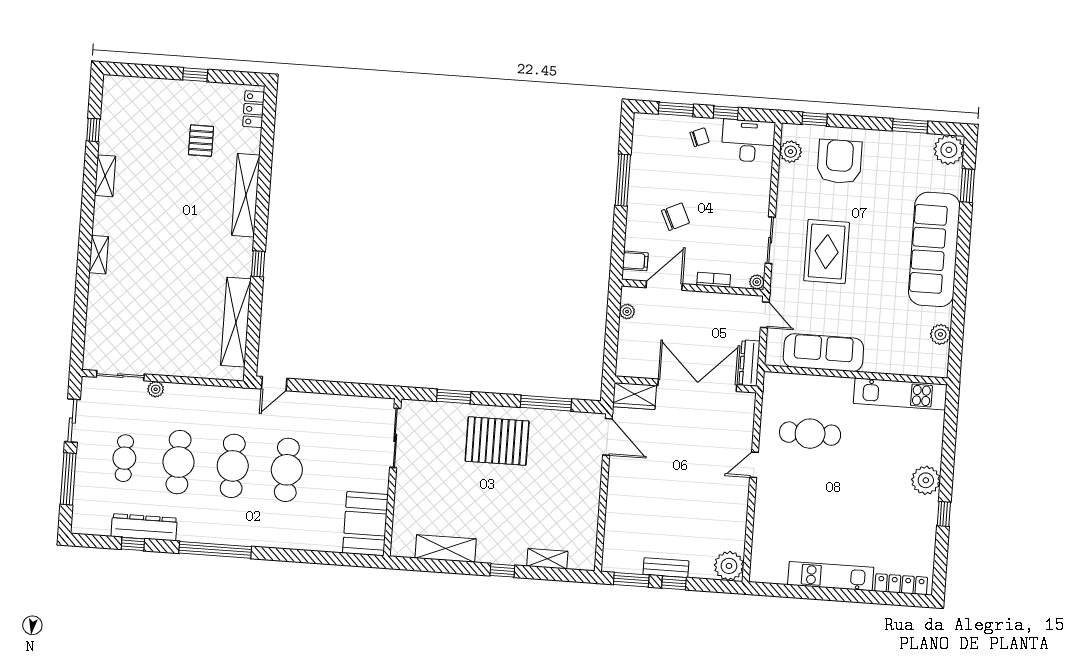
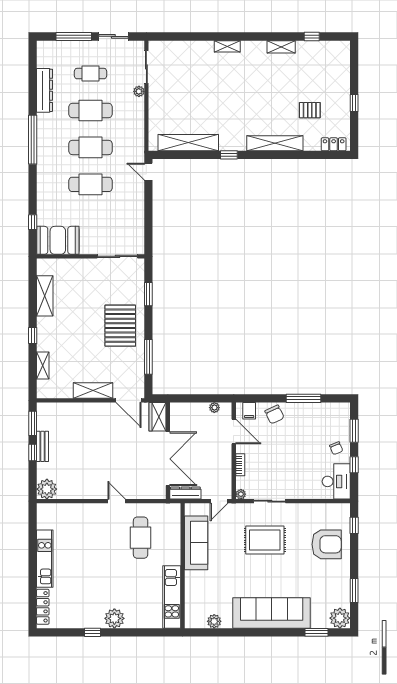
plant: (791, 152) -> (331, 511), removed
chair: (675, 217) -> (274, 414), moved
door: (607, 437) -> (128, 400), hinge flipped
shelving: (589, 488) -> (93, 390), added
window: (133, 544) -> (33, 222), moved

